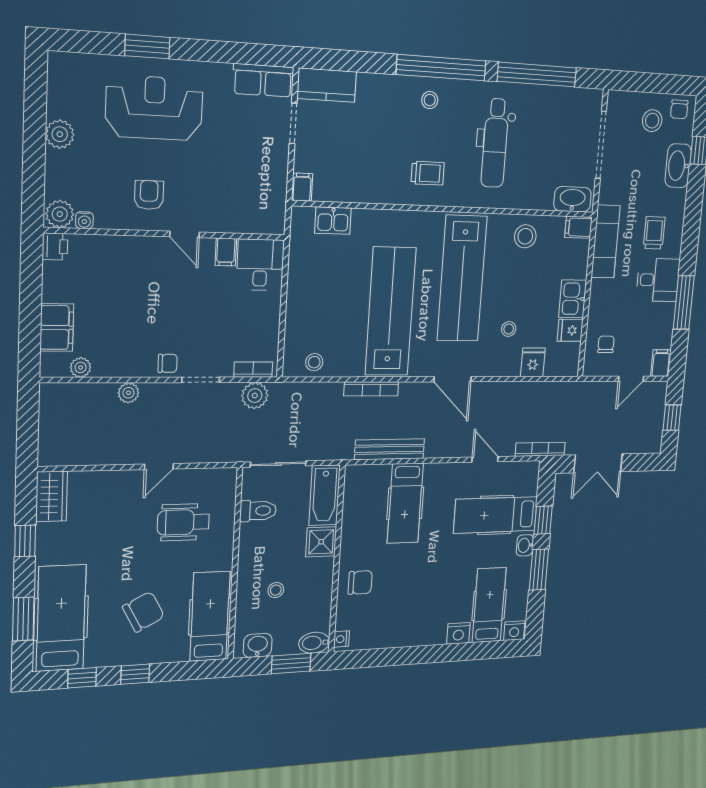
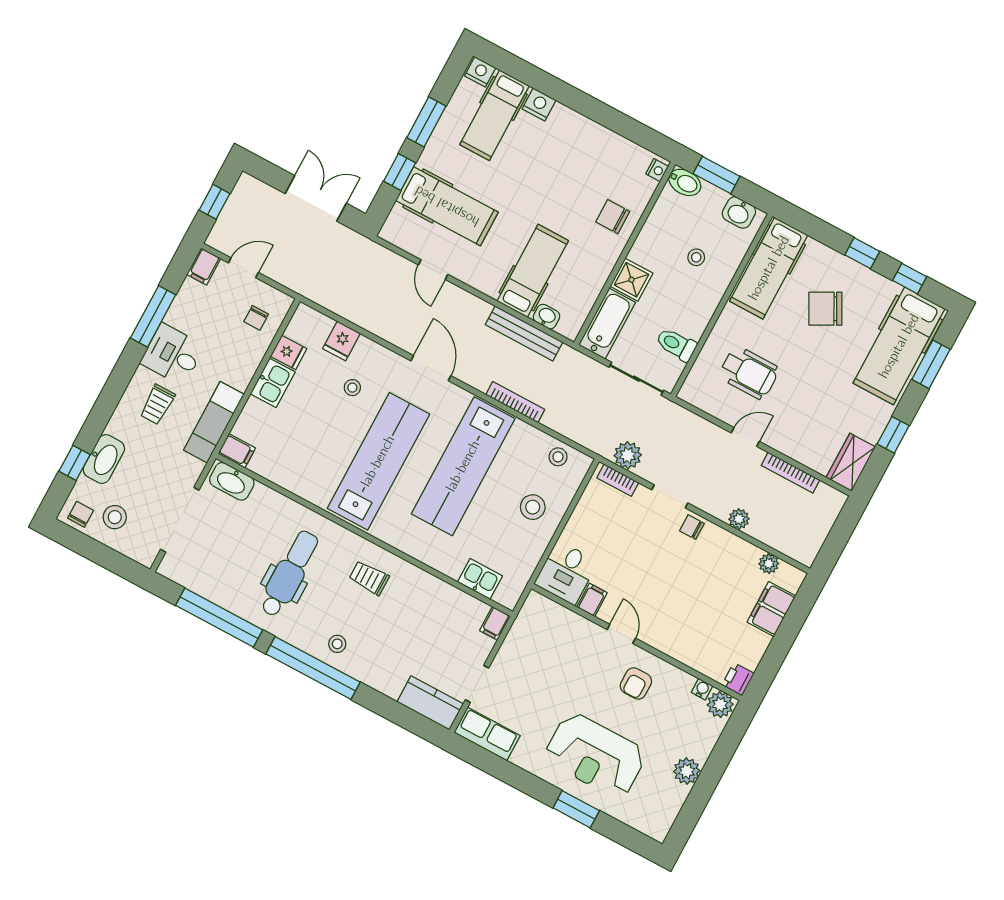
stool: (525, 236) -> (533, 507), moved
bookcase: (540, 449) -> (791, 473), moved
washbasin: (525, 545) -> (546, 317), moved, turned -90

